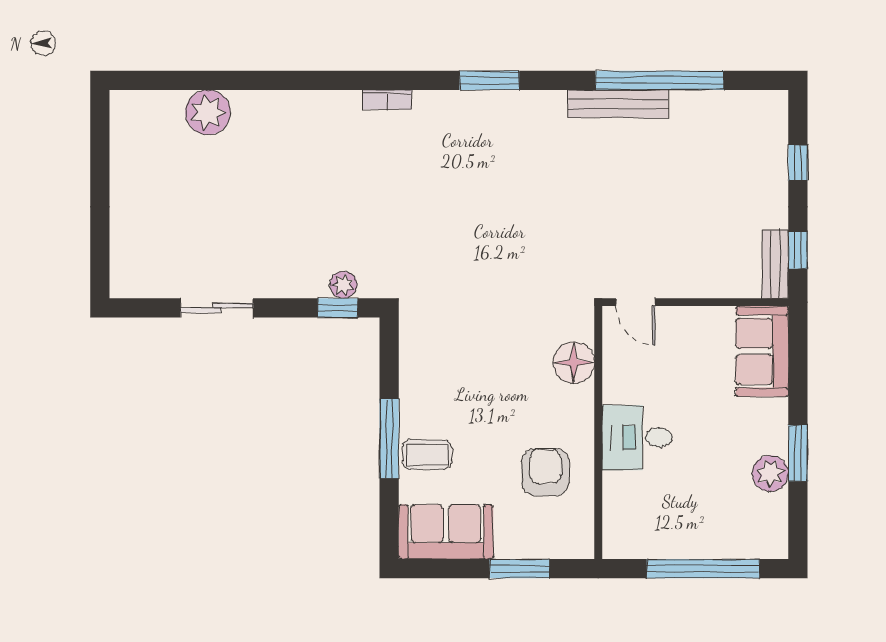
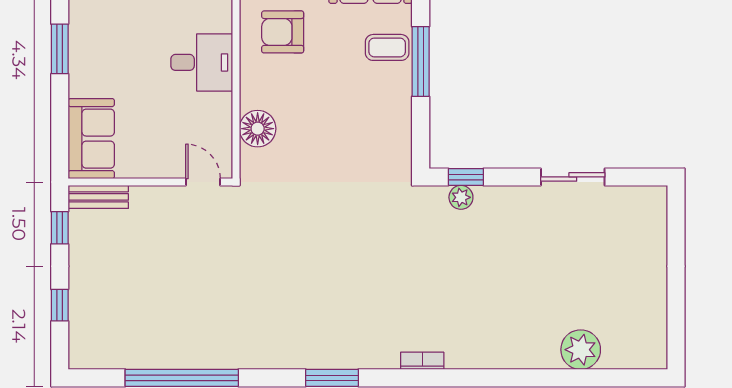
bench: (618, 104) -> (219, 357), removed
bench: (775, 264) -> (98, 197), moved, turned 90
armchair: (545, 472) -> (283, 32), turned 90
plant: (770, 473) -> (84, 31), removed

